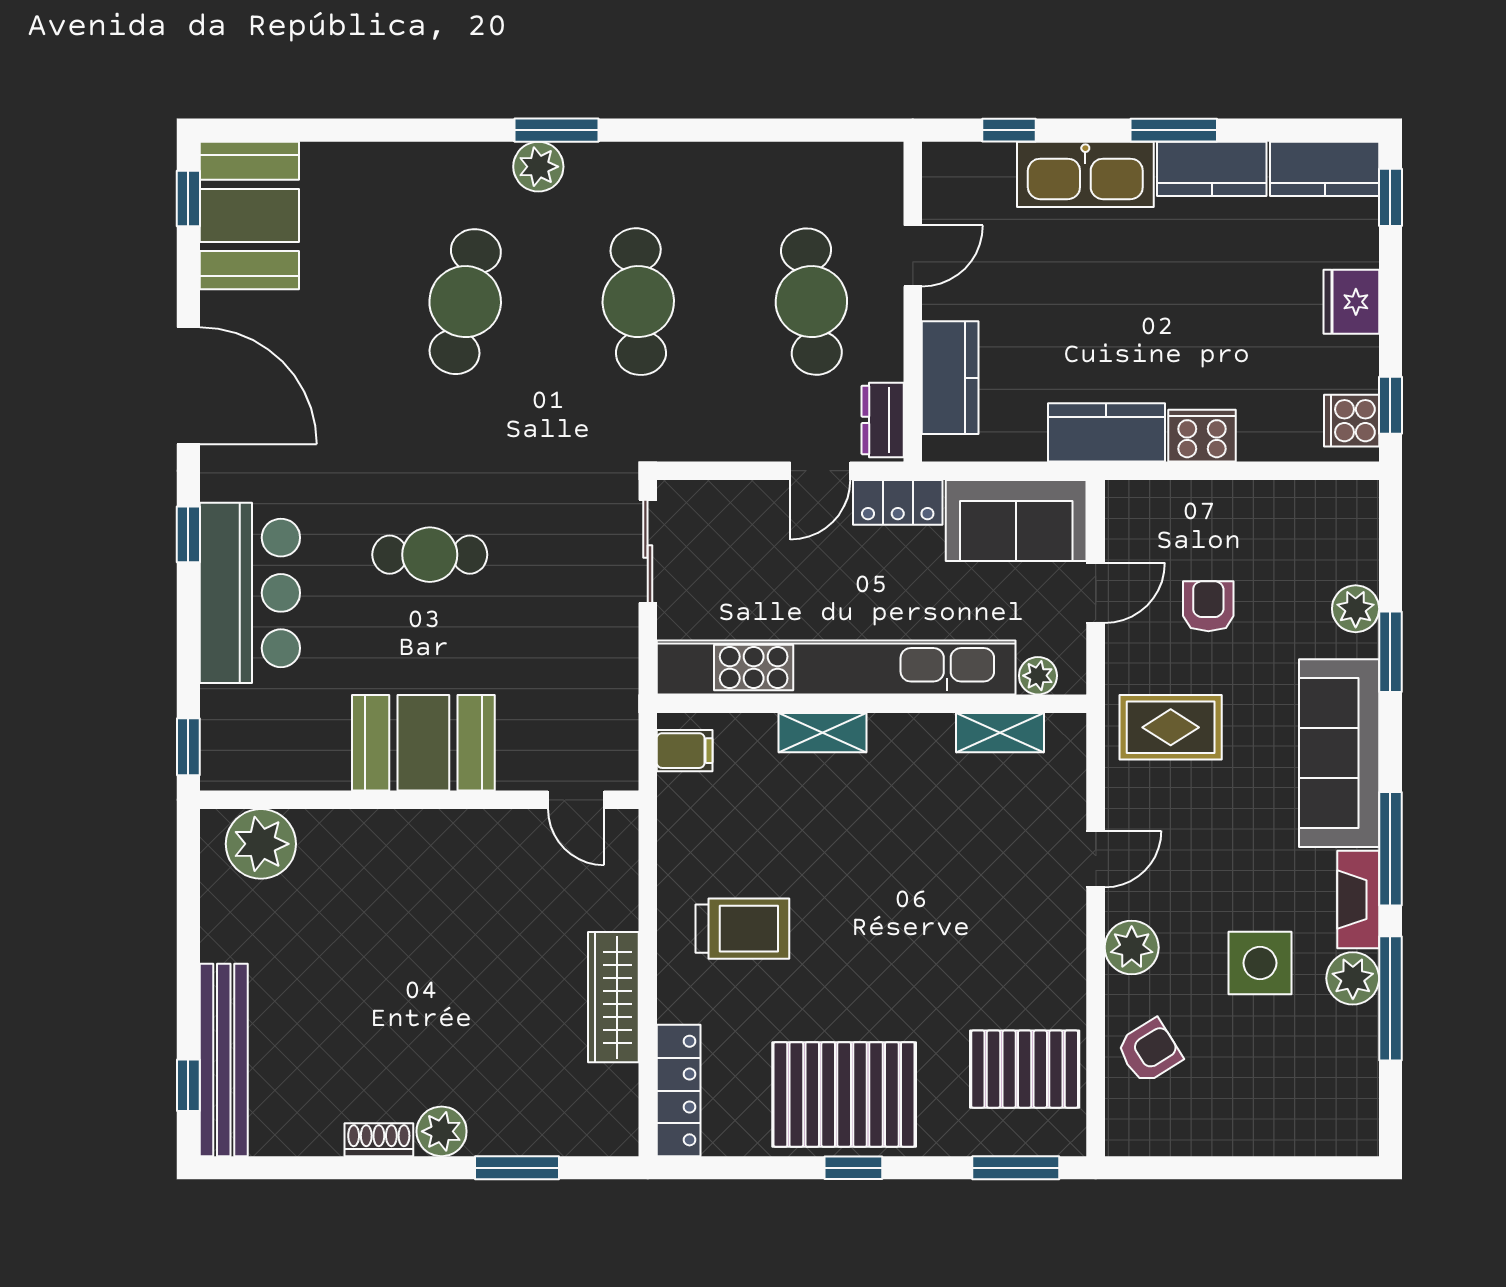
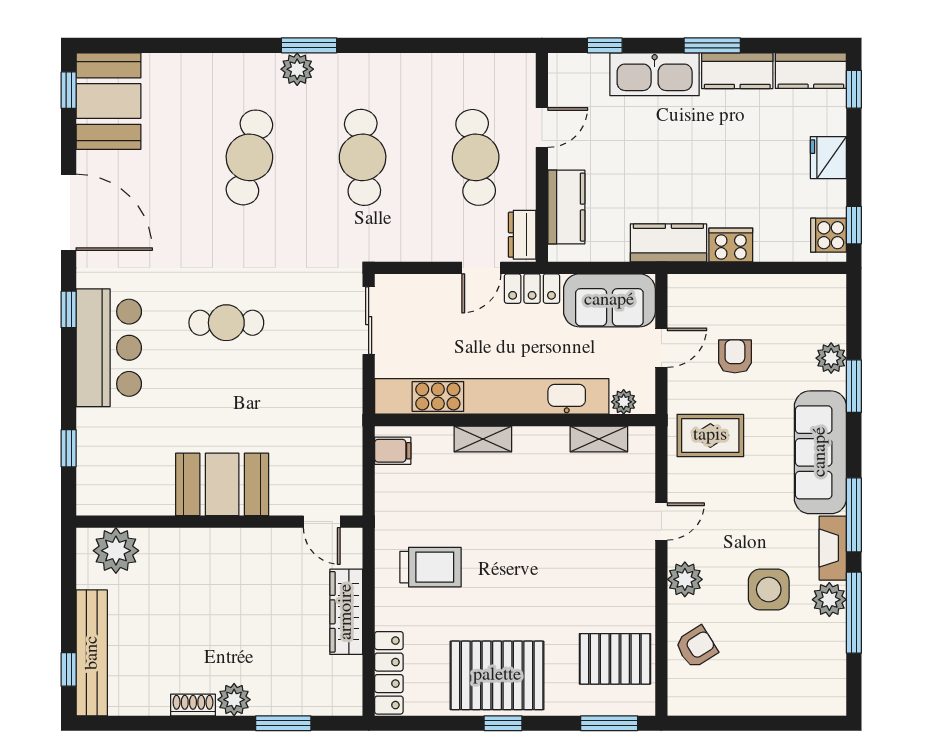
booth: (423, 743) -> (222, 484), moved
wall: (419, 800) -> (219, 522), moved
door: (576, 800) -> (322, 522), moved
plant: (261, 844) -> (116, 551), moved

